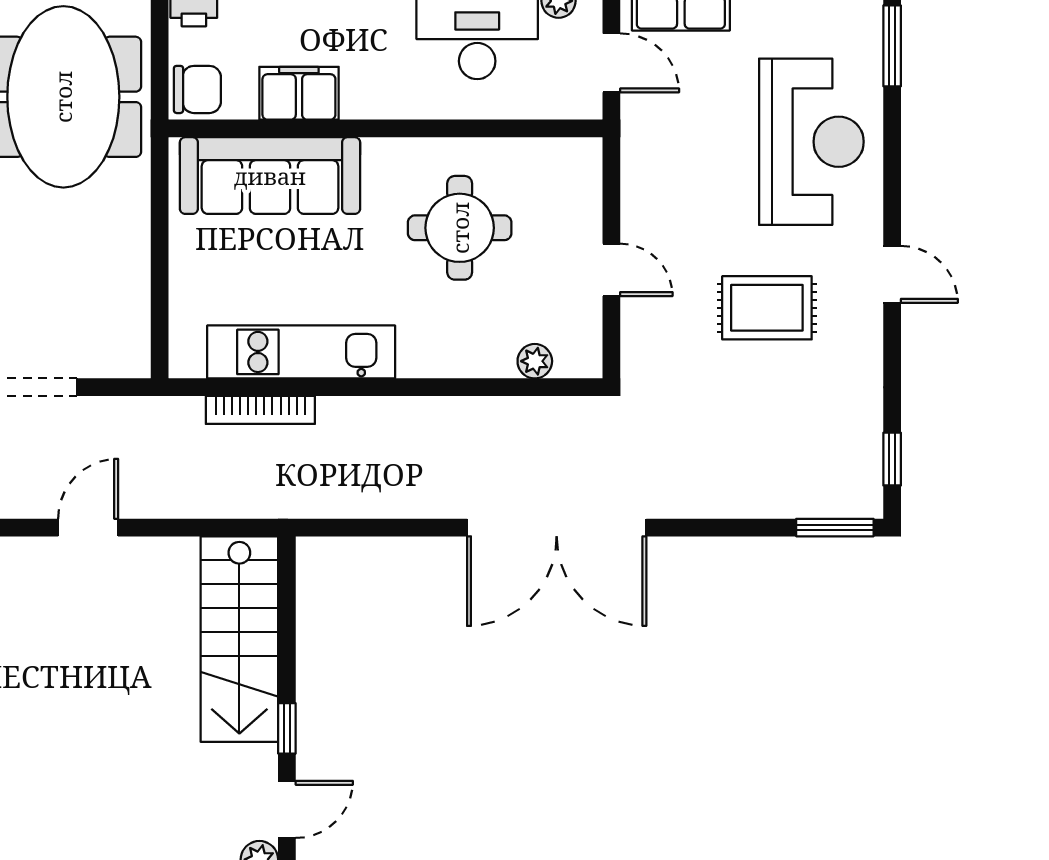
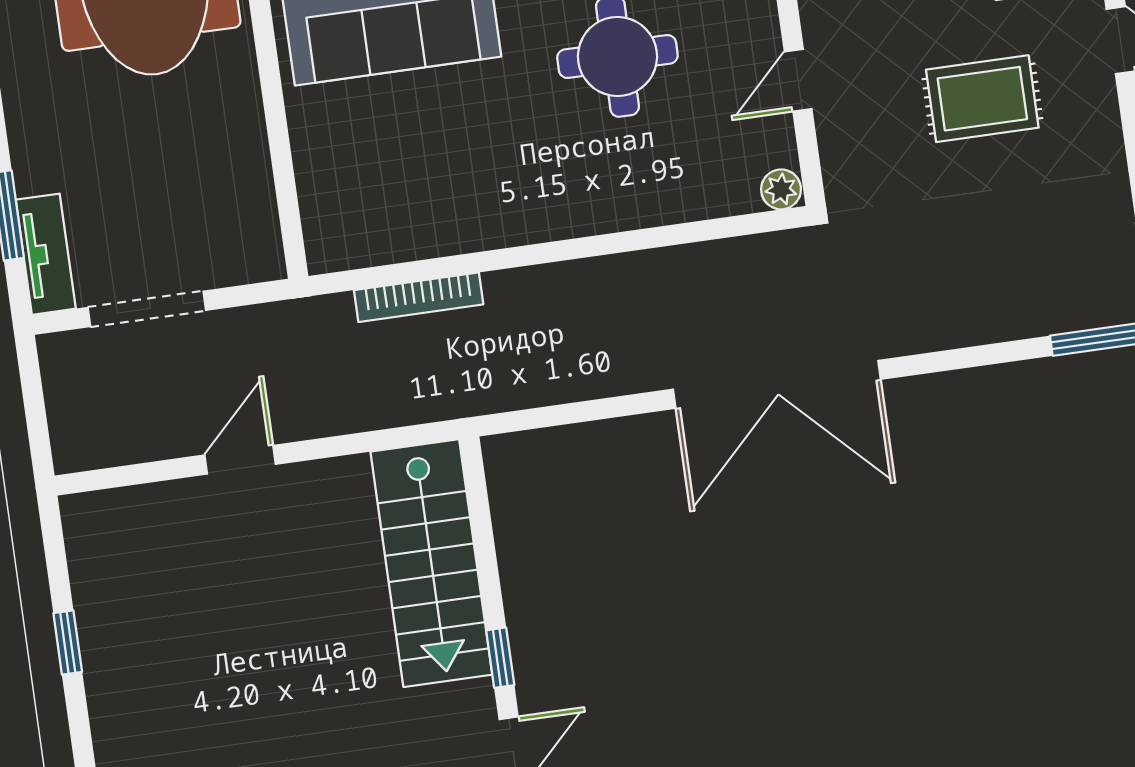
door: (611, 270) -> (798, 80), swing flipped
kitchen unit: (301, 352) -> (456, 224), removed
plant: (535, 361) -> (781, 189), moved

